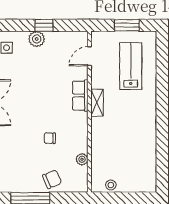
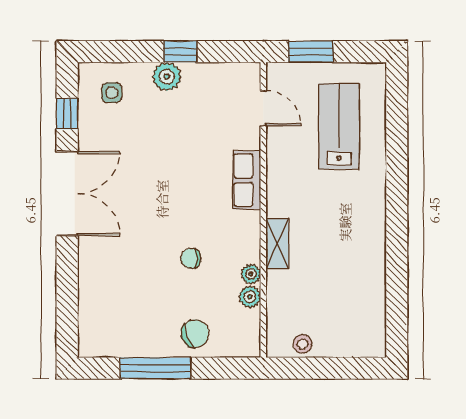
window: (127, 25) -> (311, 52), moved
door: (89, 56) -> (263, 108), swing flipped
shelving: (97, 103) -> (277, 243), moved
plant: (83, 147) -> (251, 274), added

